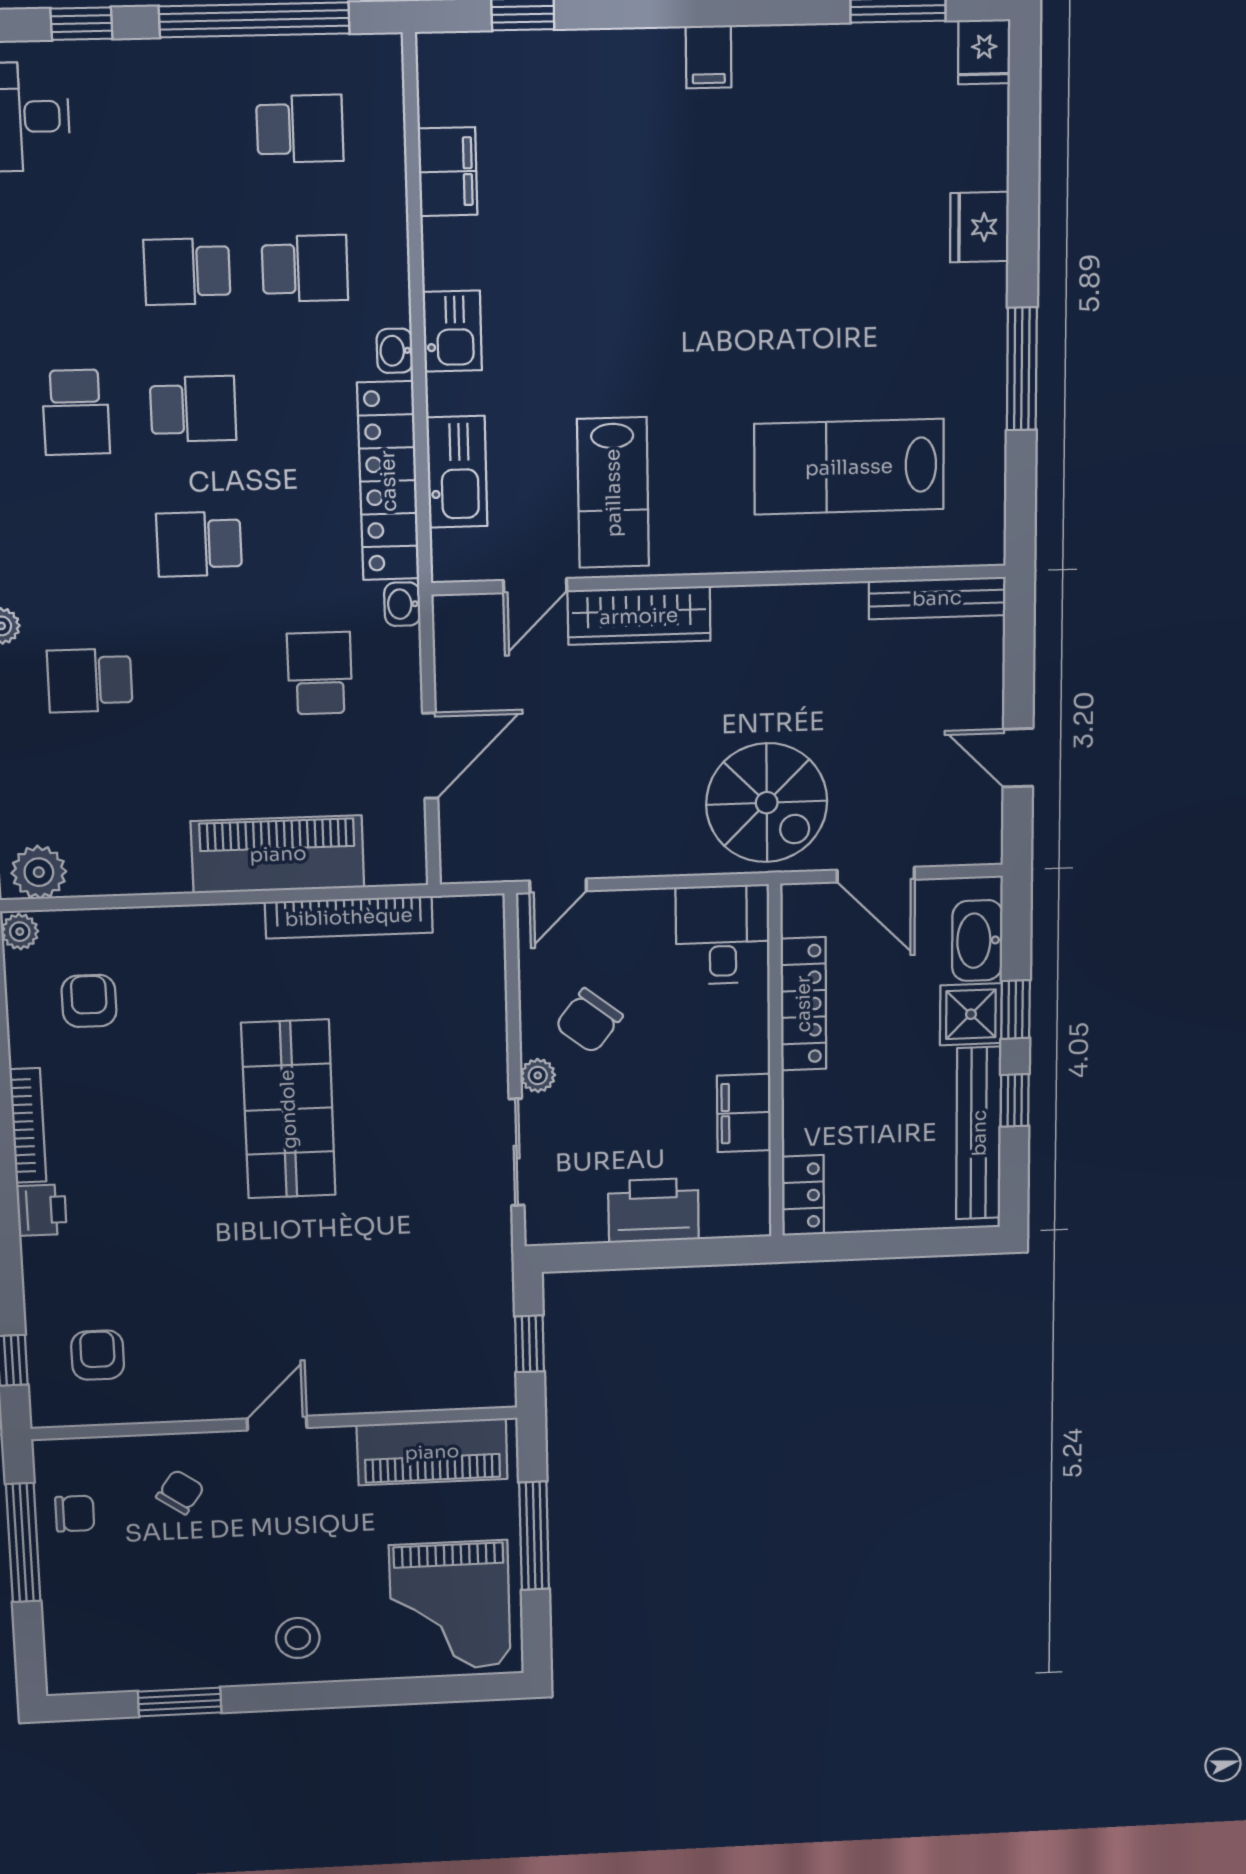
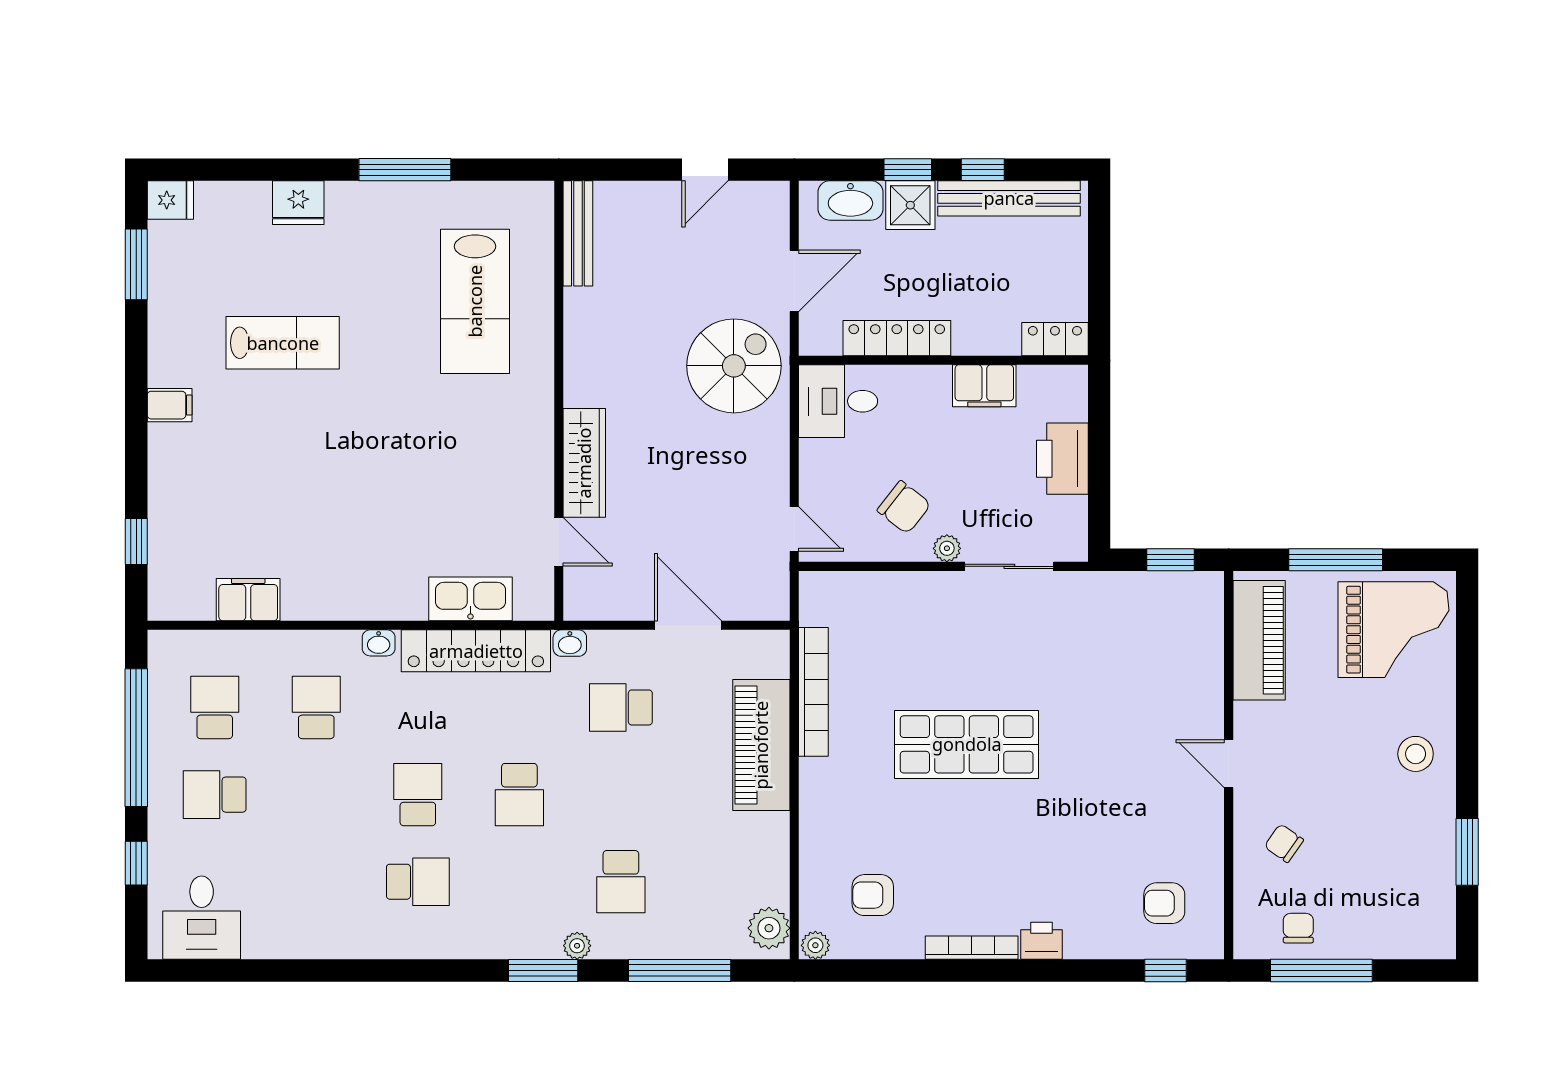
school desk: (187, 271) -> (215, 795), moved, turned 90
kitchen sink: (452, 331) -> (365, 599), removed
lab bench: (613, 493) -> (283, 343), moved

